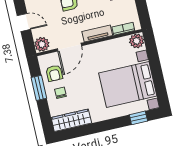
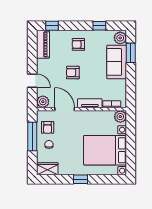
door: (69, 47) -> (65, 109), swing flipped
window: (39, 88) -> (32, 136), width x1.44
window: (138, 118) -> (81, 179), moved
wardrobe: (71, 120) -> (47, 169), width x0.67

